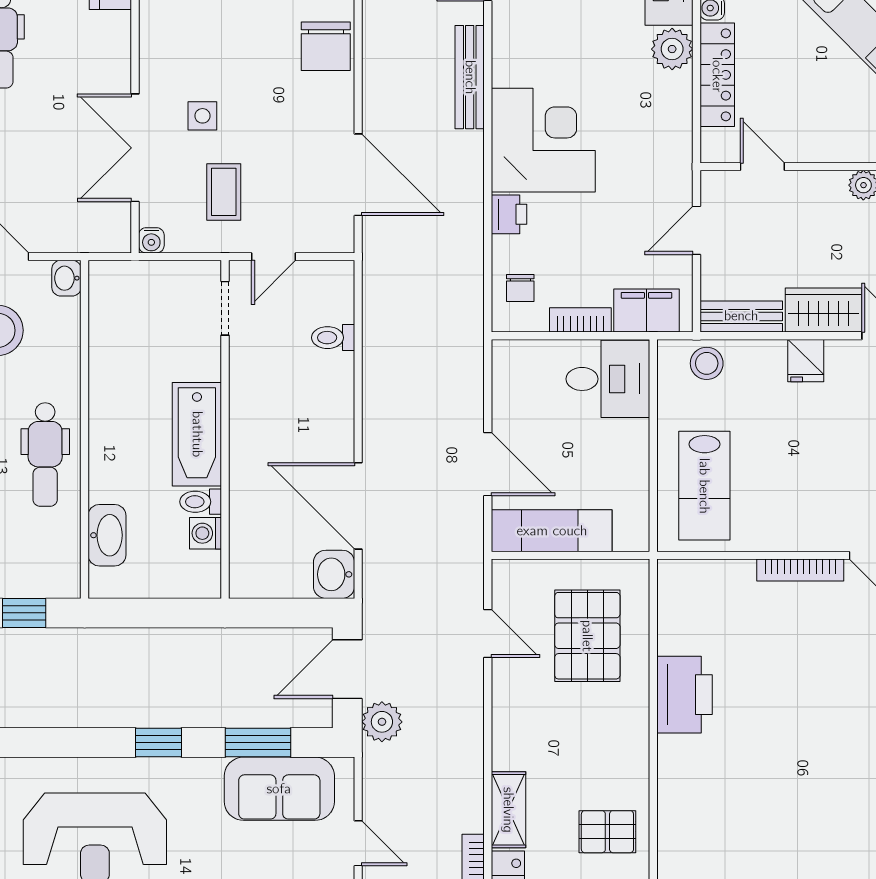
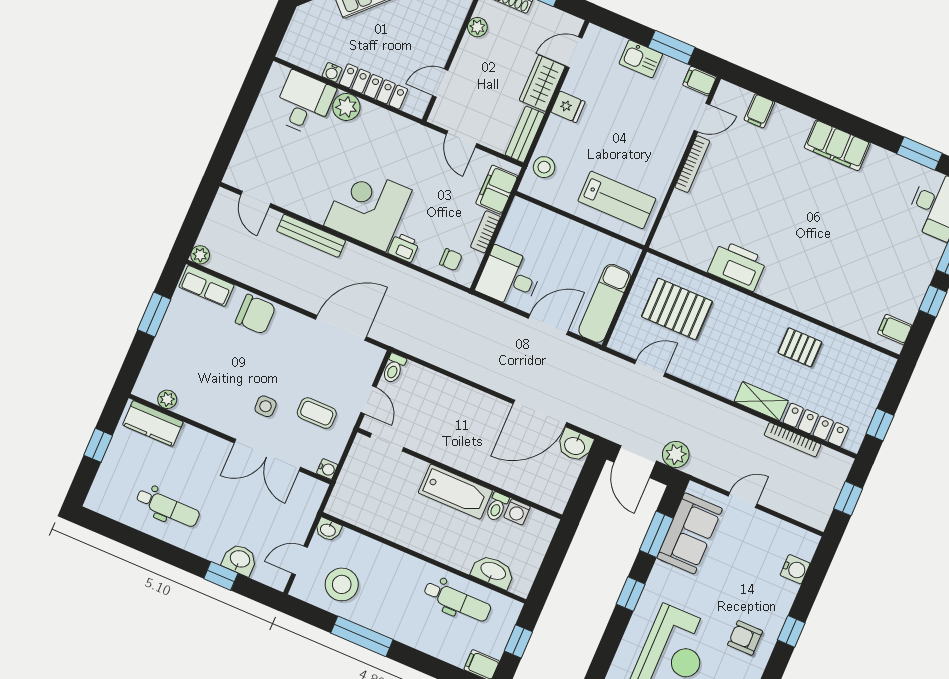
toilet: (333, 338) -> (394, 368), moved
desk: (608, 379) -> (509, 278), moved, turned -90
dental chair: (45, 455) -> (457, 601), moved
pallet: (607, 832) -> (800, 347), turned 90

